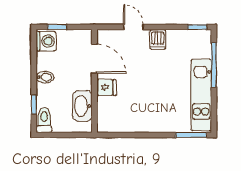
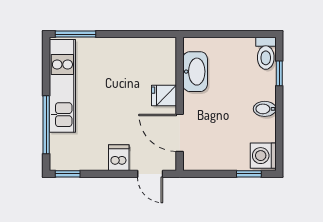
door: (94, 59) -> (180, 133), moved
wall: (94, 81) -> (180, 104), moved
fridge: (106, 88) -> (164, 96), moved
washbasin: (82, 106) -> (195, 72), moved

